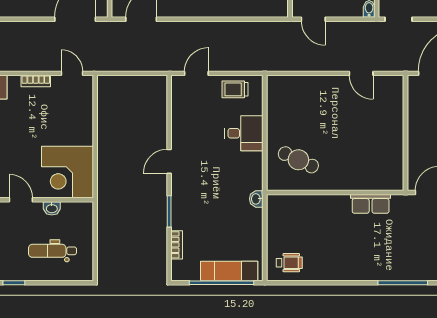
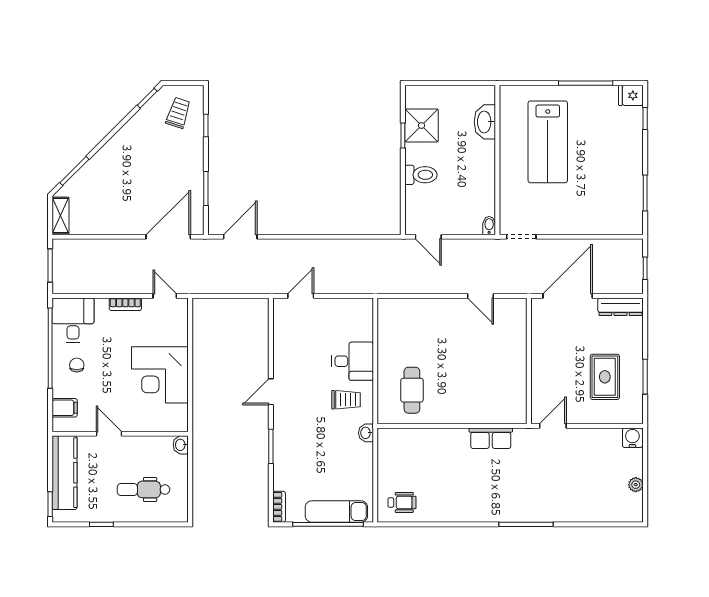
trolley: (235, 89) -> (346, 400), moved, turned 180
cafe table: (298, 160) -> (412, 390), turned 65
corner desk: (67, 172) -> (160, 375), moved
washbasin: (52, 208) -> (181, 445), moved, turned 90
bookcase: (177, 245) -> (279, 507), moved

